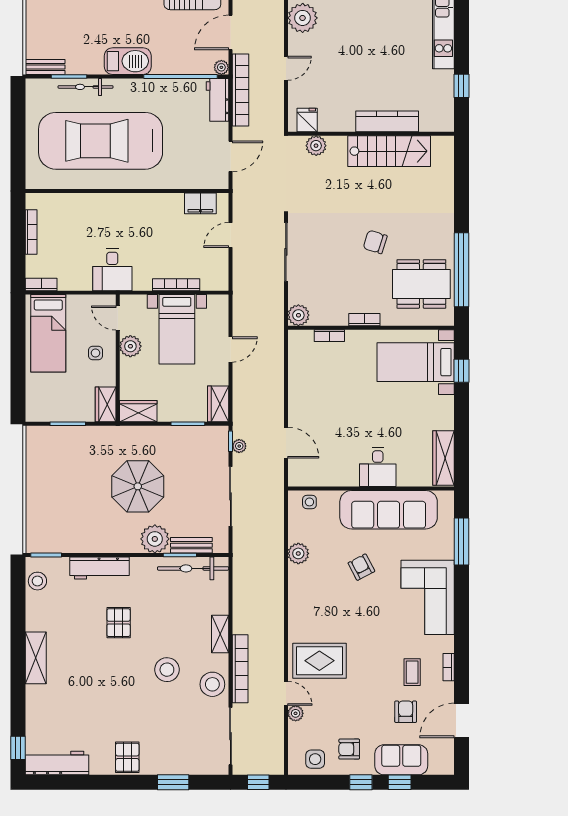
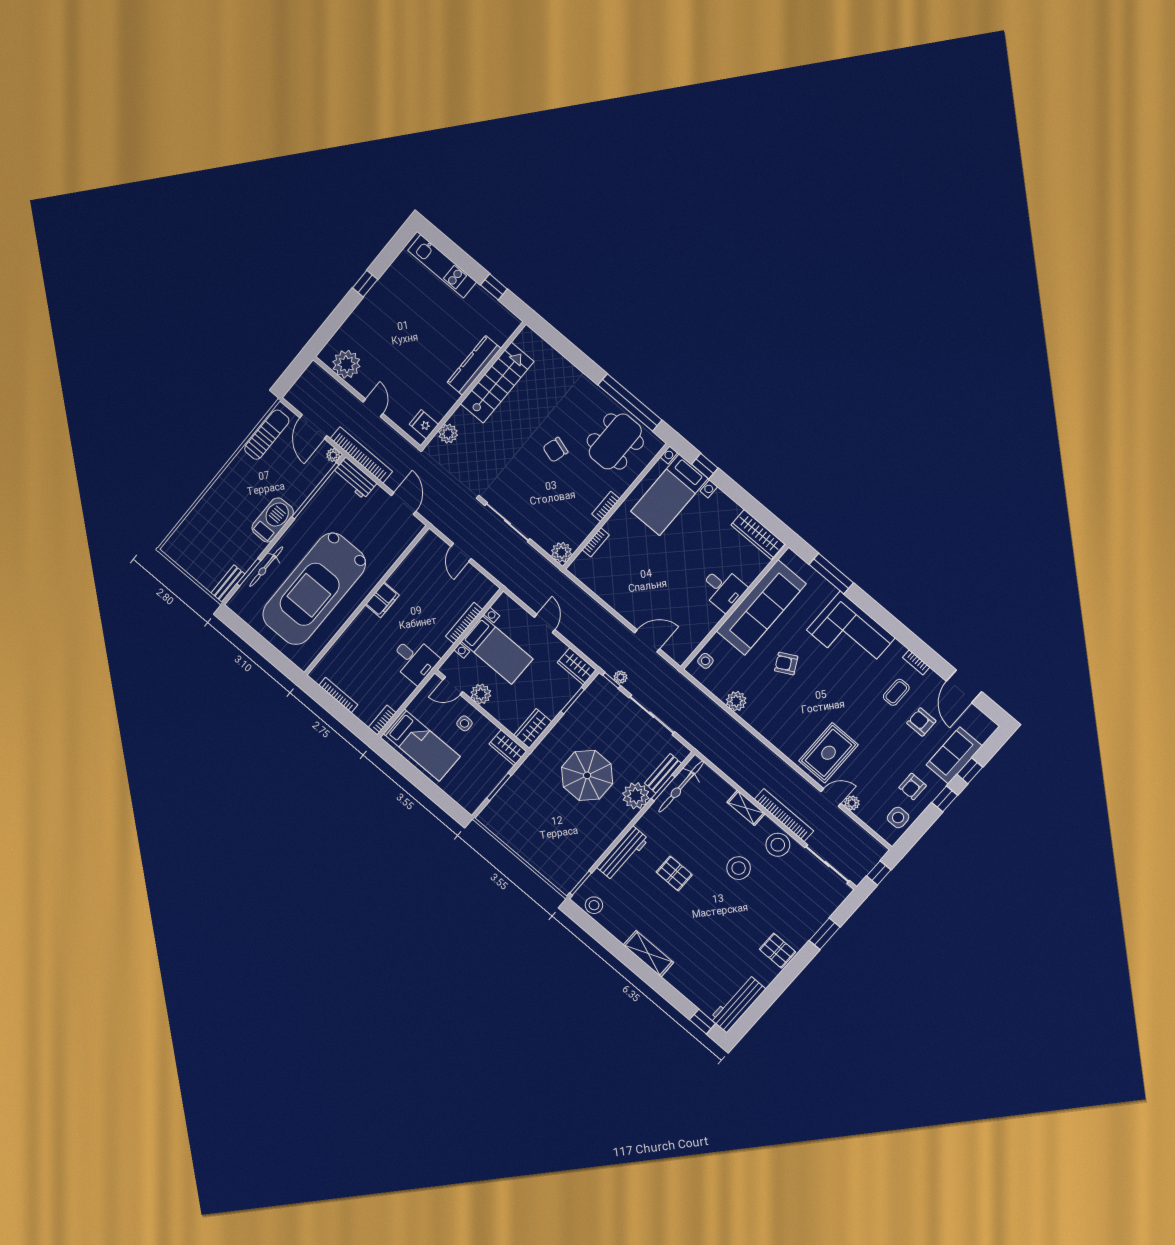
filing cabinet: (200, 203) -> (382, 600), moved
coffee table: (412, 672) -> (896, 692), turned 90

